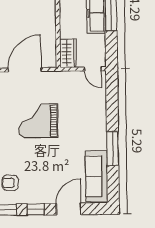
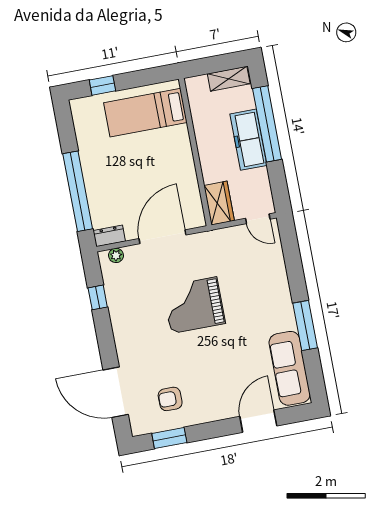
window: (36, 209) -> (212, 430), removed

